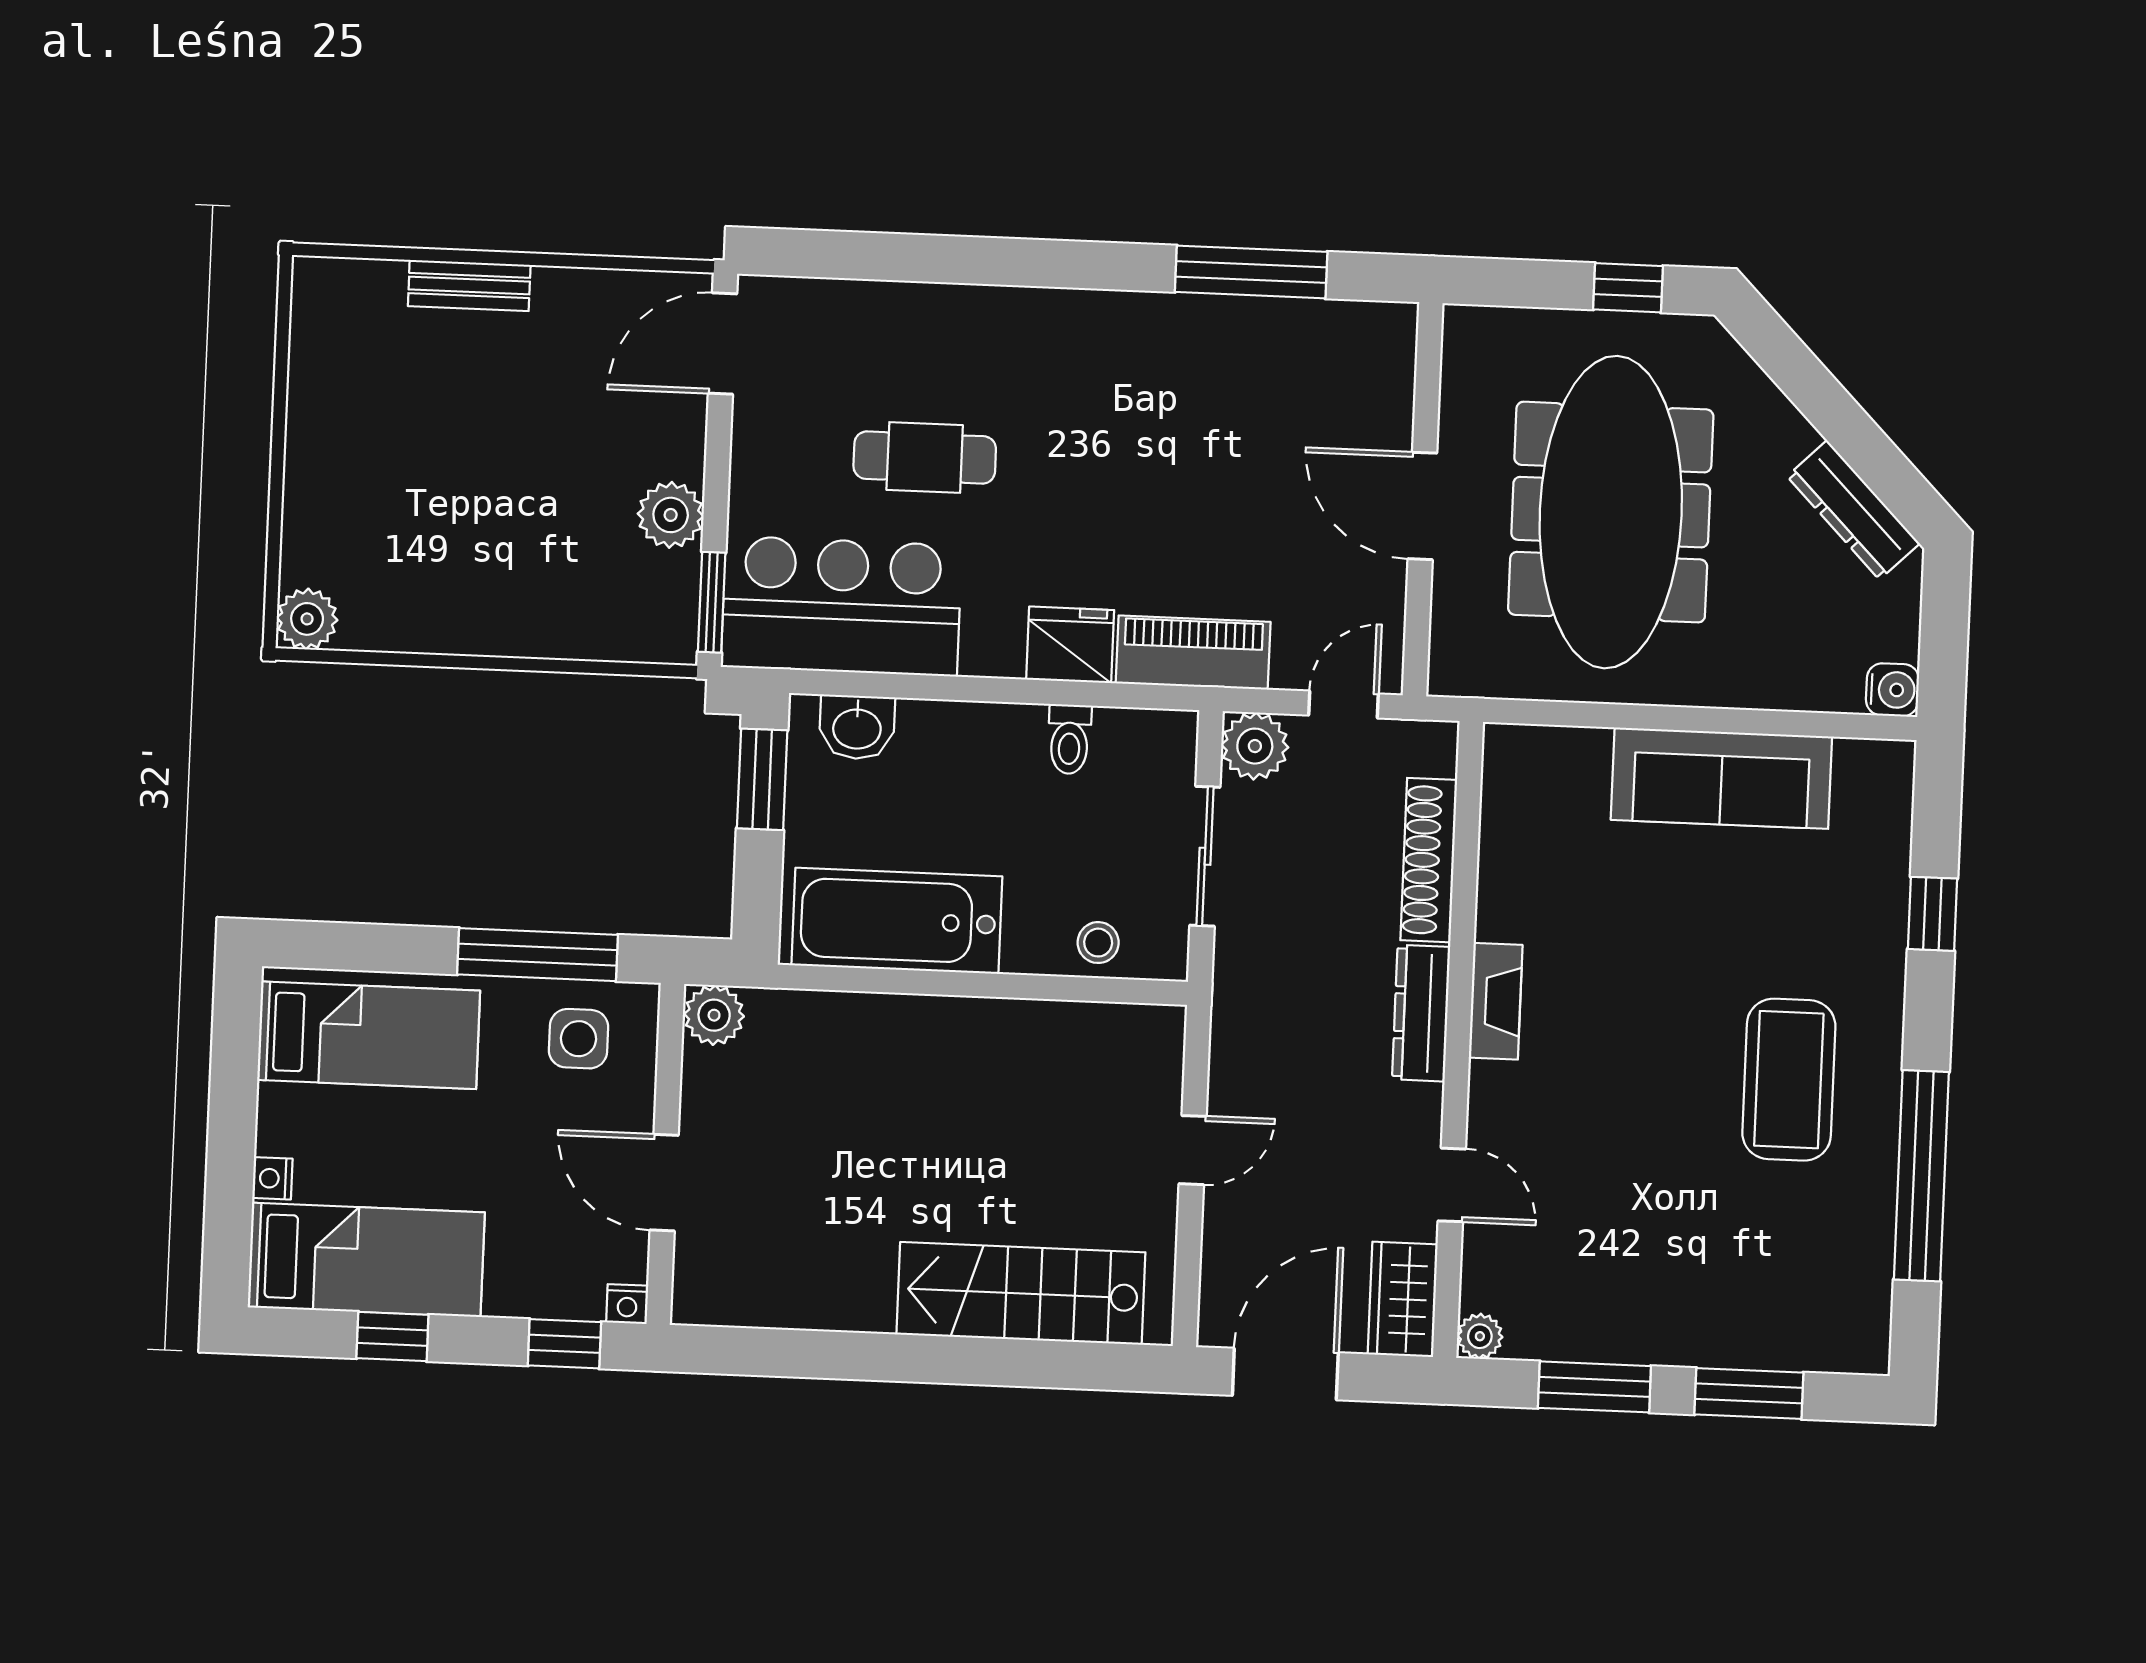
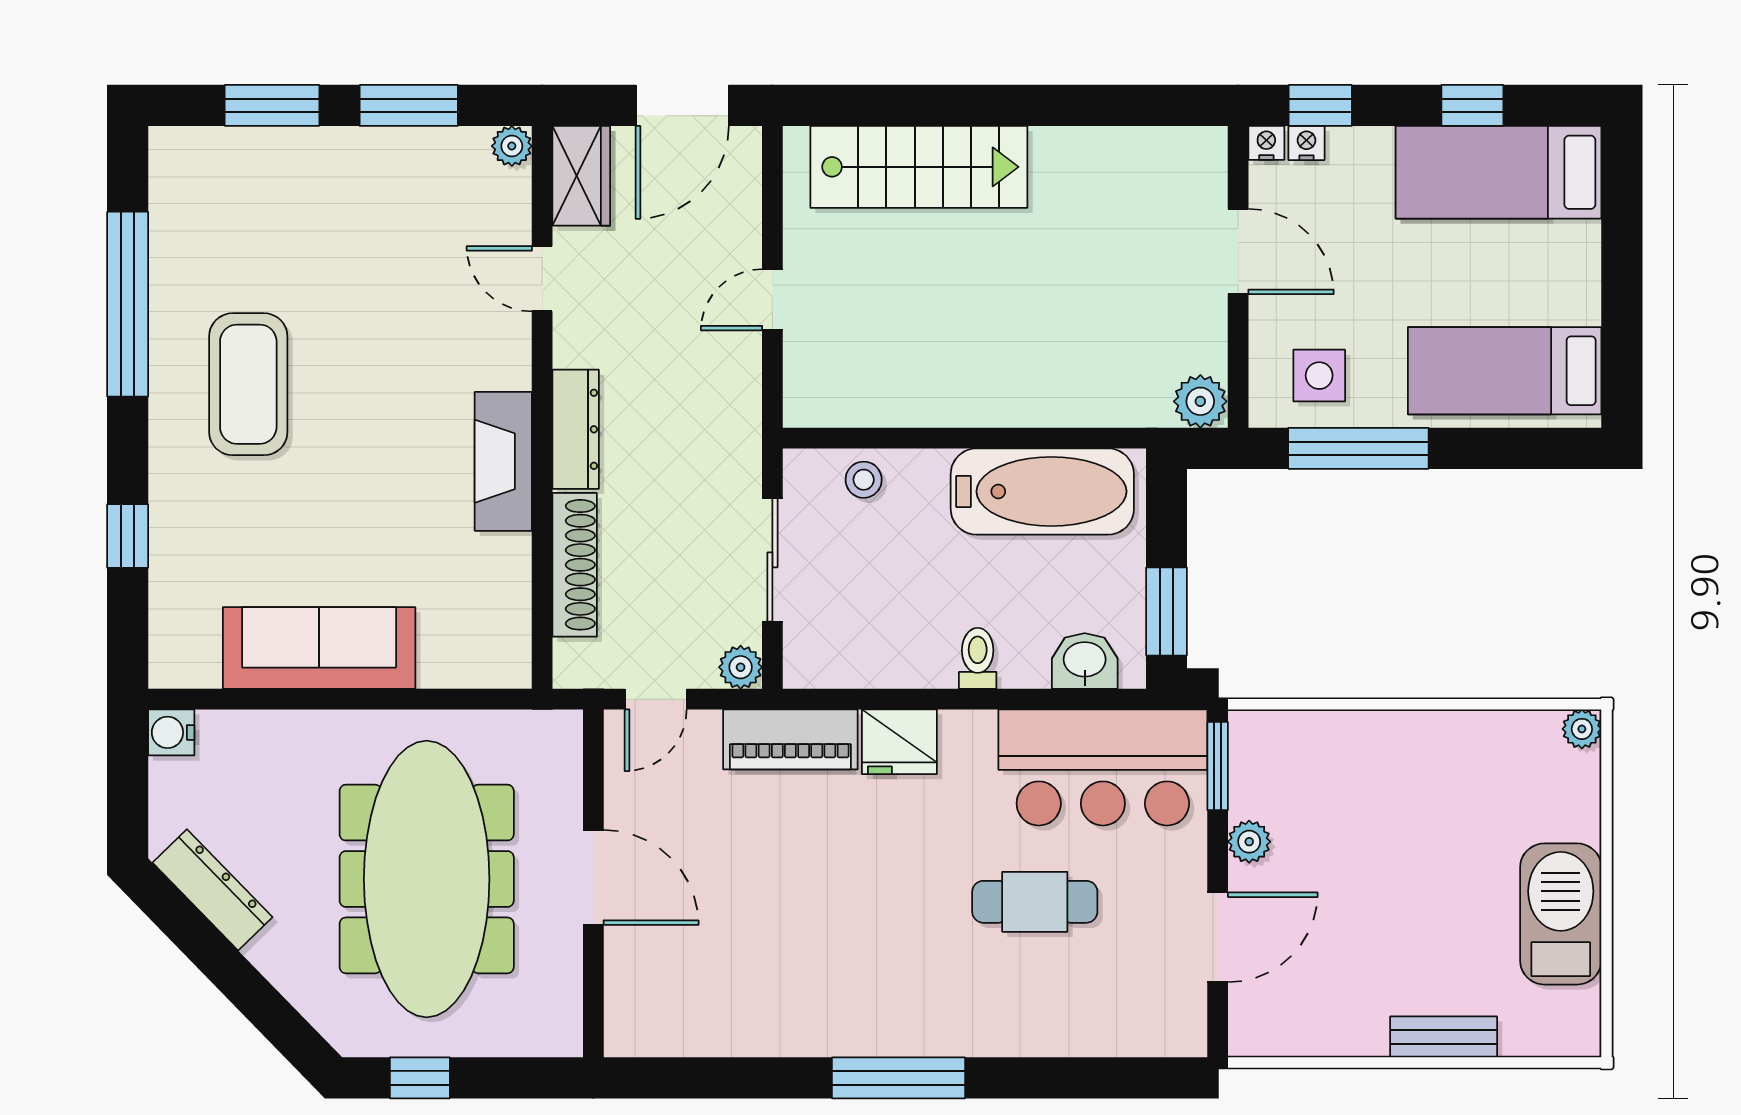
window: (1251, 272) -> (898, 1078), moved
door: (722, 343) -> (1218, 937), moved
barbecue: (331, 419) -> (1561, 914), added
plant: (671, 515) -> (1249, 842), width x0.73, depth x0.73
plant: (307, 619) -> (1582, 729), width x0.73, depth x0.73
toilet: (1069, 739) -> (978, 658), moved
plant: (1255, 746) -> (741, 667), width x0.73, depth x0.73
fireplace: (1496, 1001) -> (503, 461), width x1.37, depth x1.32
nightstand: (272, 1178) -> (1306, 143), moved, turned -90

